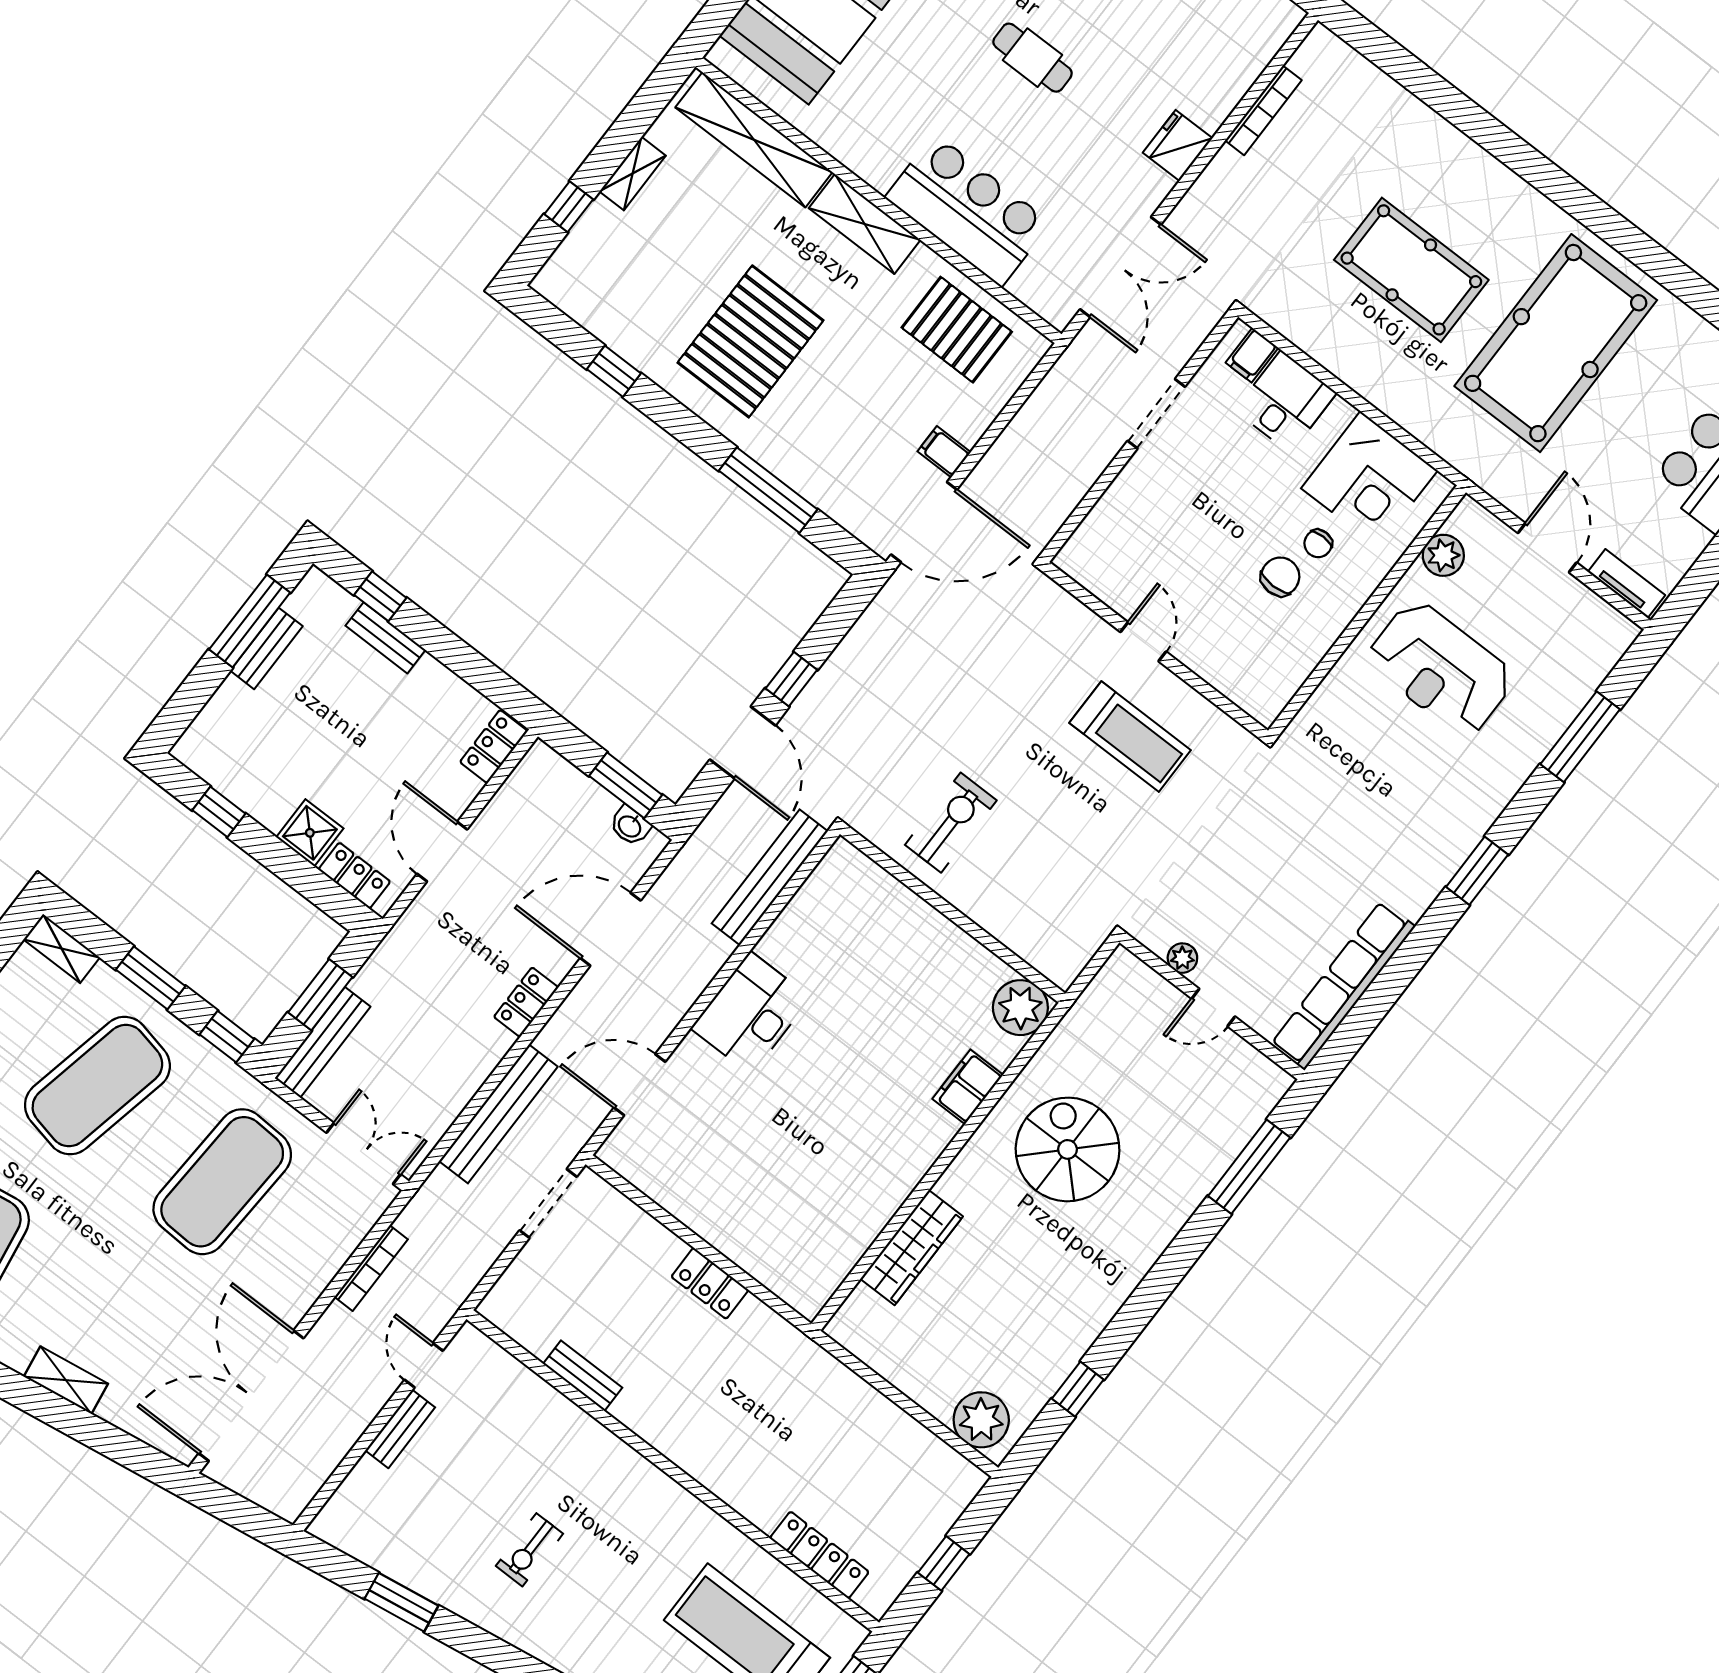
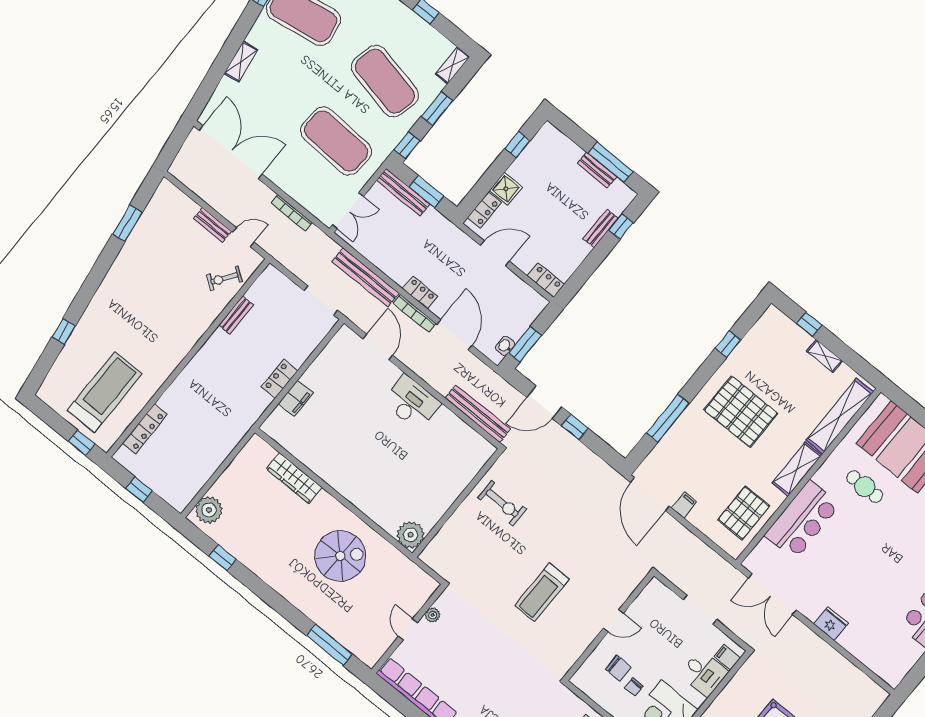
cafe table: (1033, 58) -> (865, 487), moved, turned 90
bookcase: (1263, 110) -> (415, 313), moved
chair: (1318, 544) -> (634, 687), turned -90
door: (1143, 642) -> (613, 621), moved
wall: (1155, 651) -> (609, 626), moved
filing cabinet: (968, 1087) -> (296, 398), moved, turned 90
exercise bike: (529, 1550) -> (224, 278), moved, turned -55

